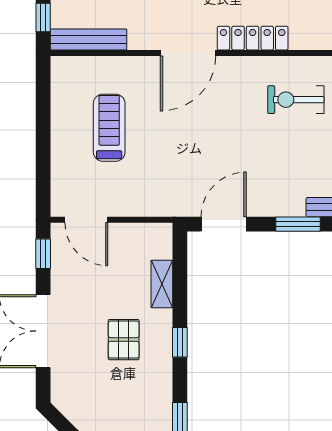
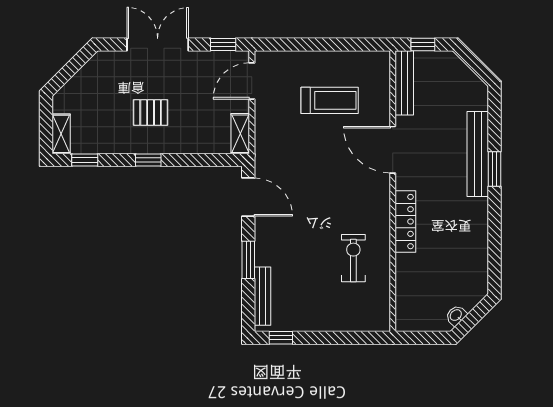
door: (188, 53) -> (393, 150), moved
shelving: (162, 284) -> (240, 134), moved, turned 90

